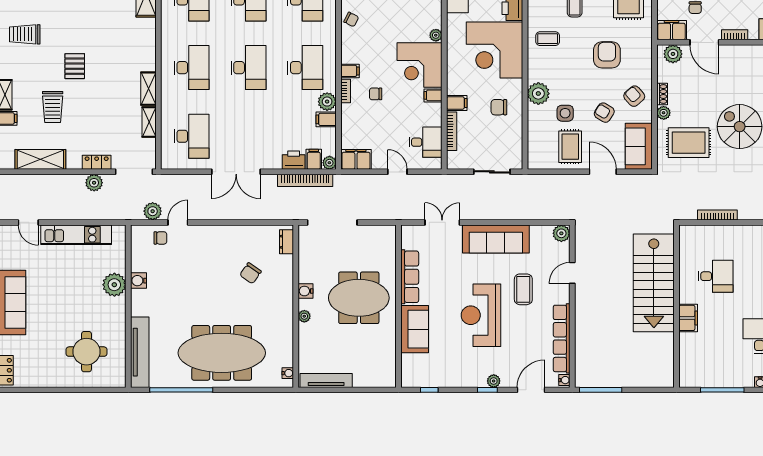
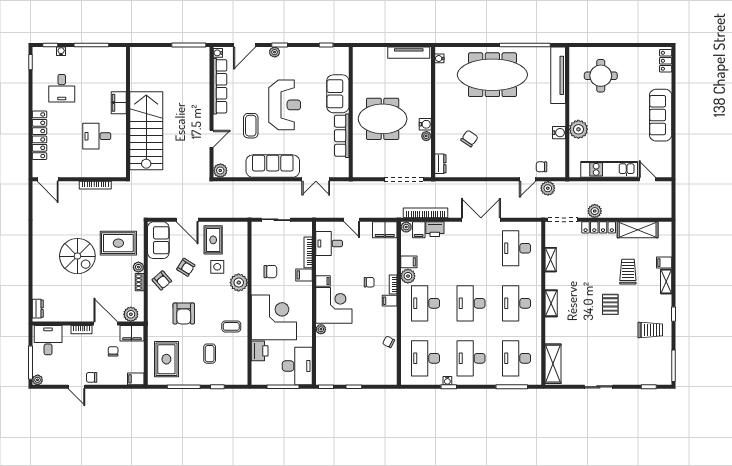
shelving: (148, 89) -> (551, 303), moved
locker: (97, 162) -> (599, 227), width x1.53
plant: (304, 316) -> (426, 136), moved

